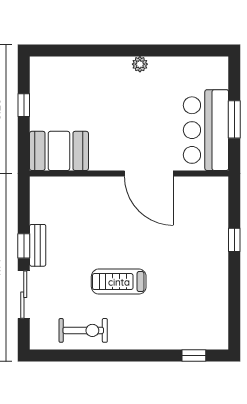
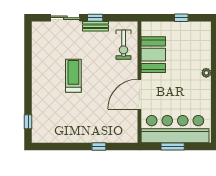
plant: (140, 64) -> (206, 73), moved
bar counter: (206, 130) -> (175, 129), width x1.36
booth: (59, 151) -> (153, 55), moved
exercise bike: (83, 330) -> (124, 45), moved

